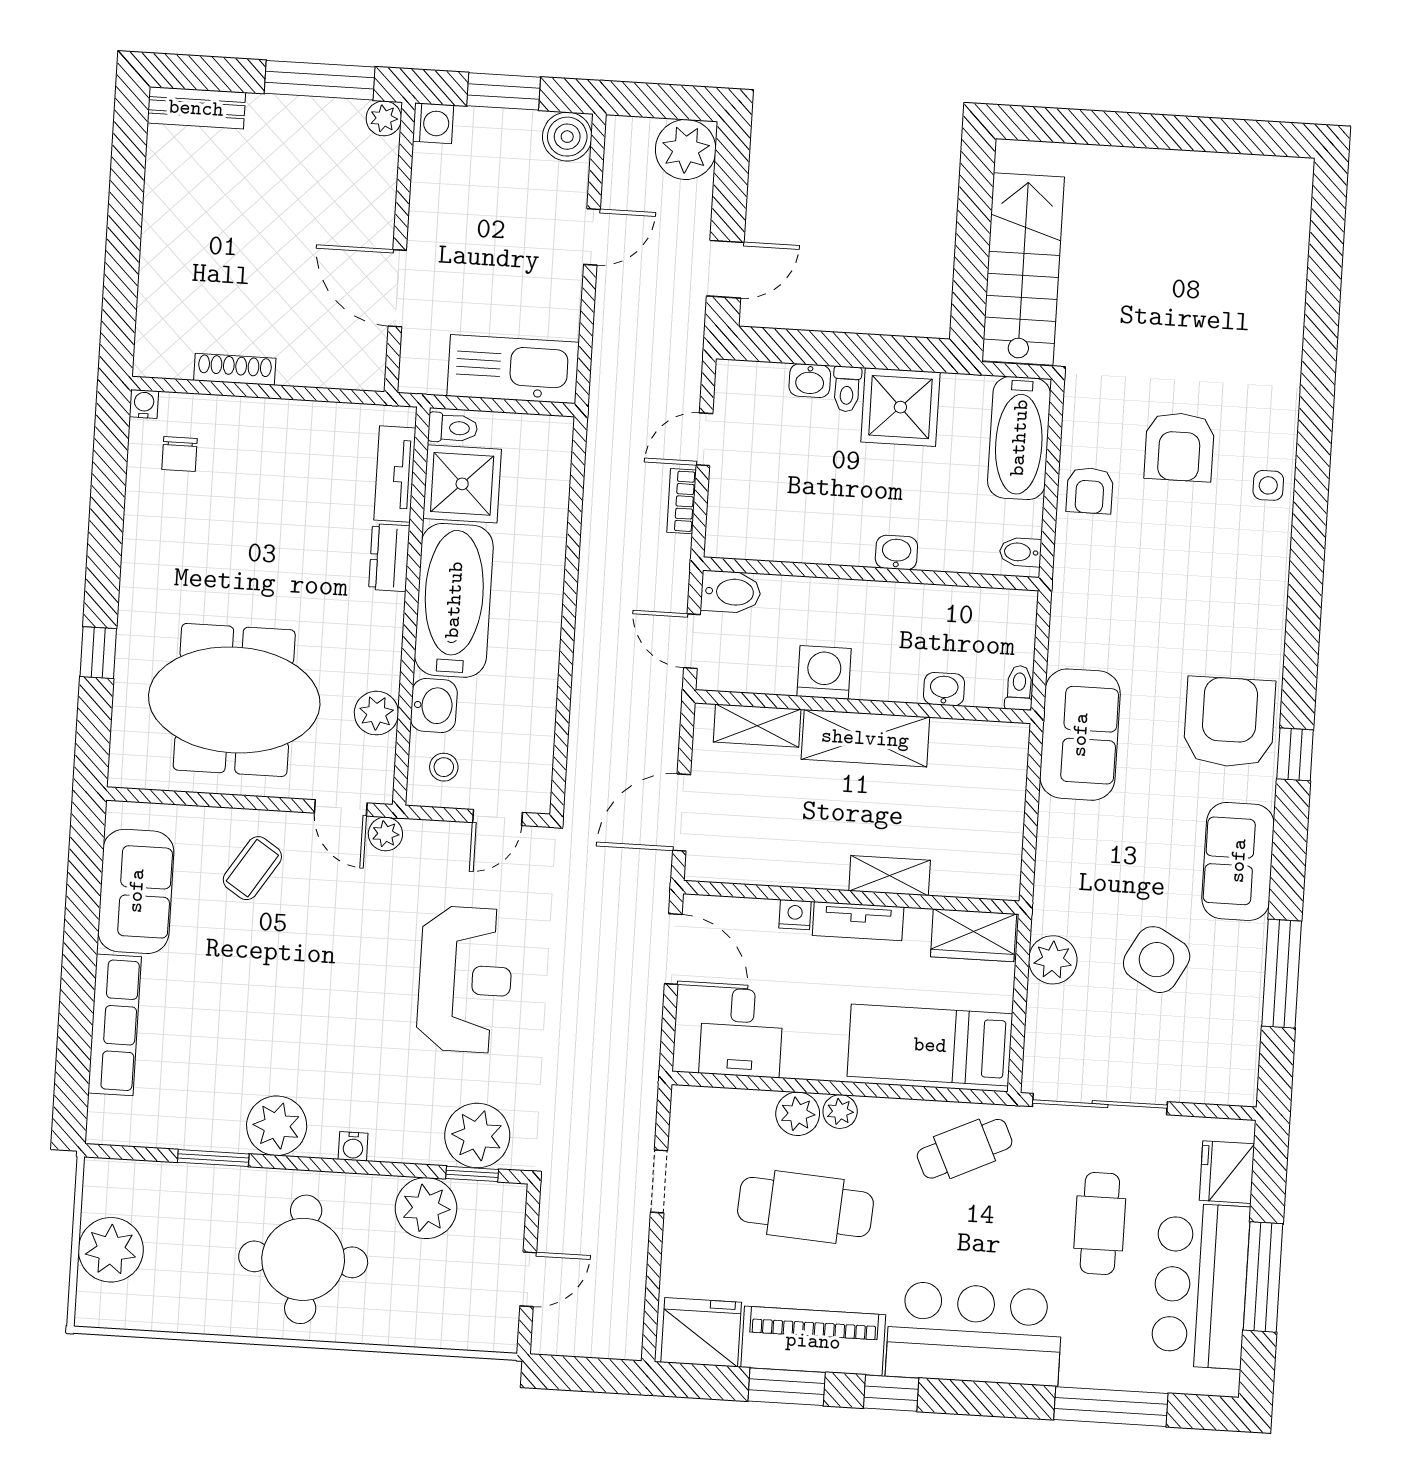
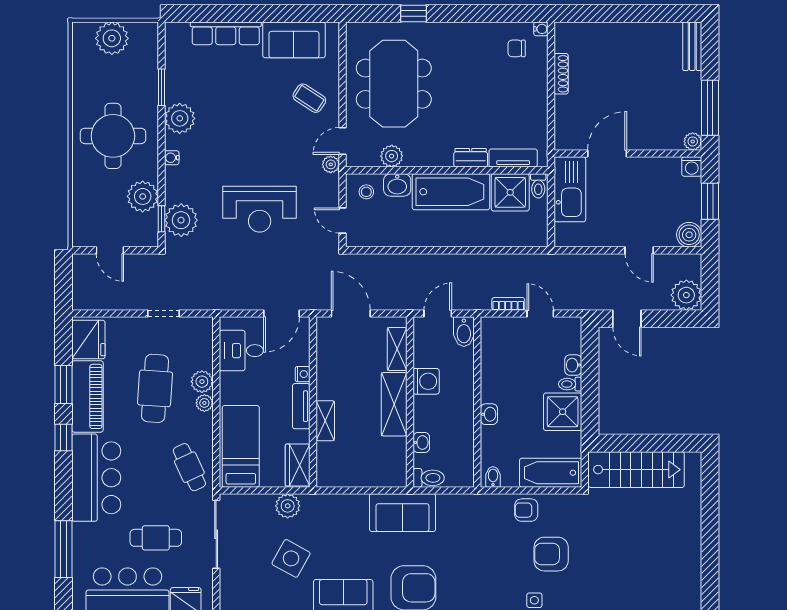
kitchen sink: (513, 369) -> (570, 189), moved
toilet: (1019, 688) -> (429, 478), width x1.37, depth x1.39

